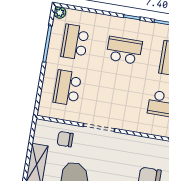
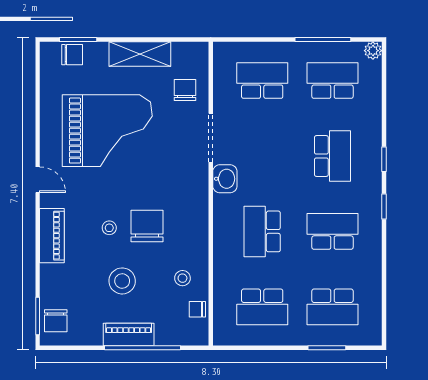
washbasin: (127, 123) -> (225, 179), added

